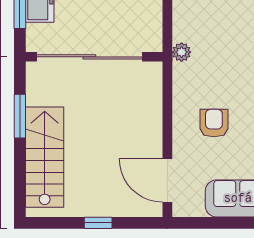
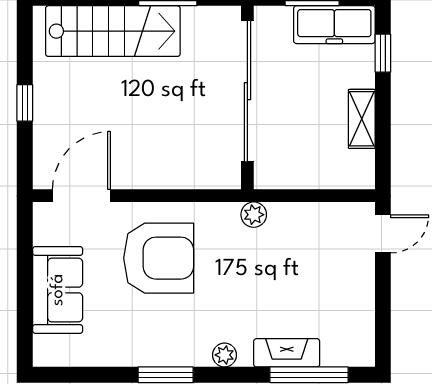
armchair: (214, 123) -> (159, 258), width x1.88, depth x1.88

